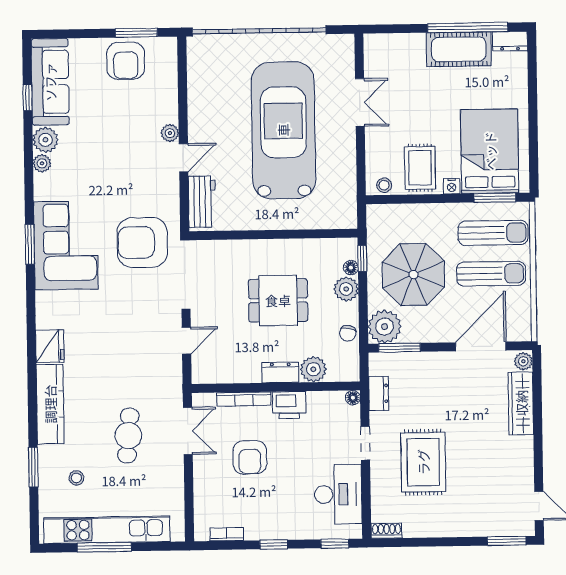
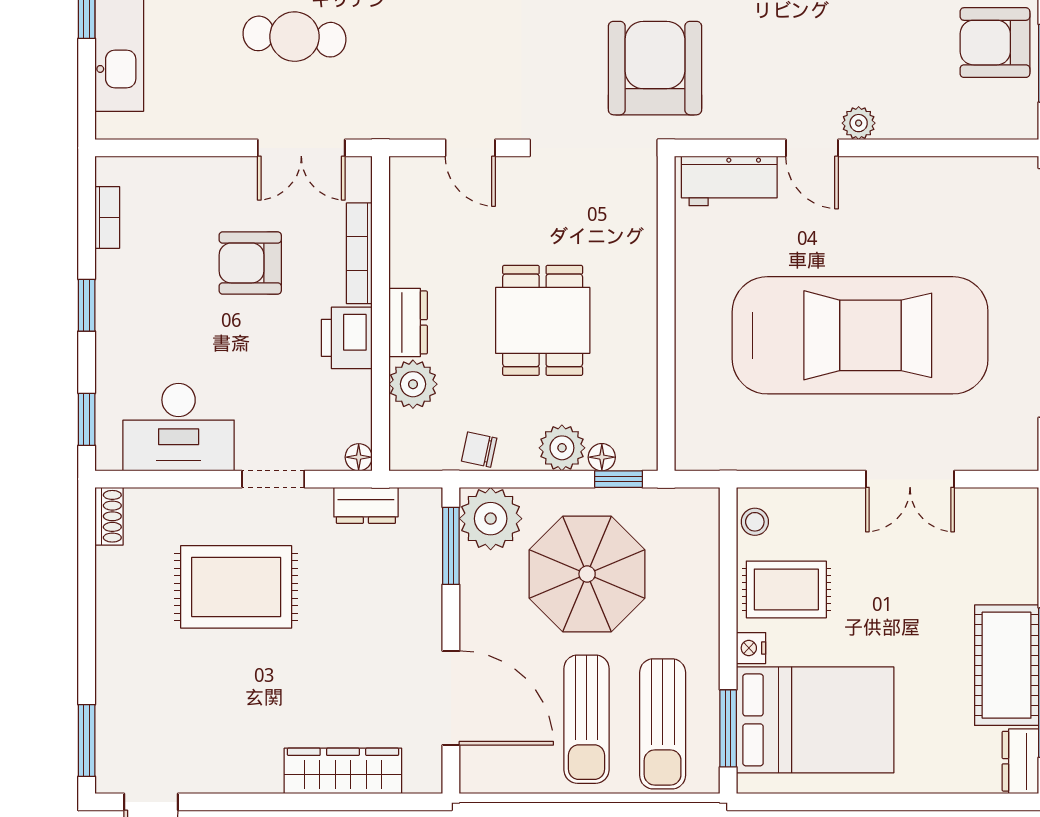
plant: (523, 361) -> (422, 777), removed

